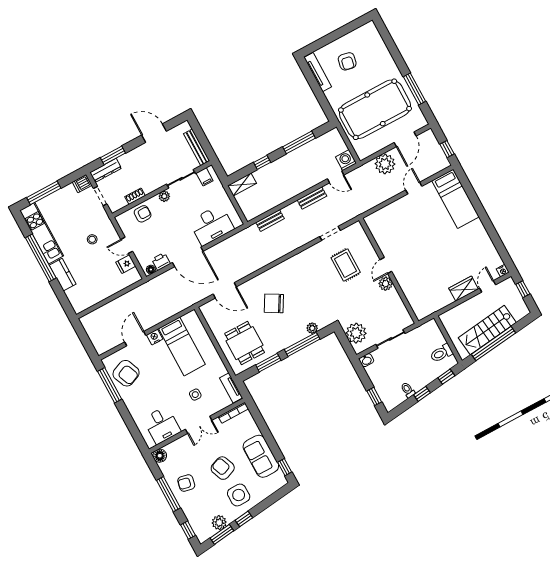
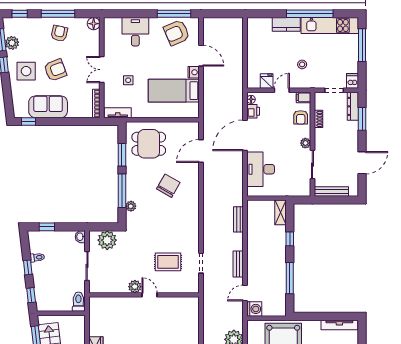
filing cabinet: (205, 177) -> (303, 97), moved
toilet: (441, 353) -> (78, 302), moved
desk: (162, 425) -> (135, 32), moved, turned 90

